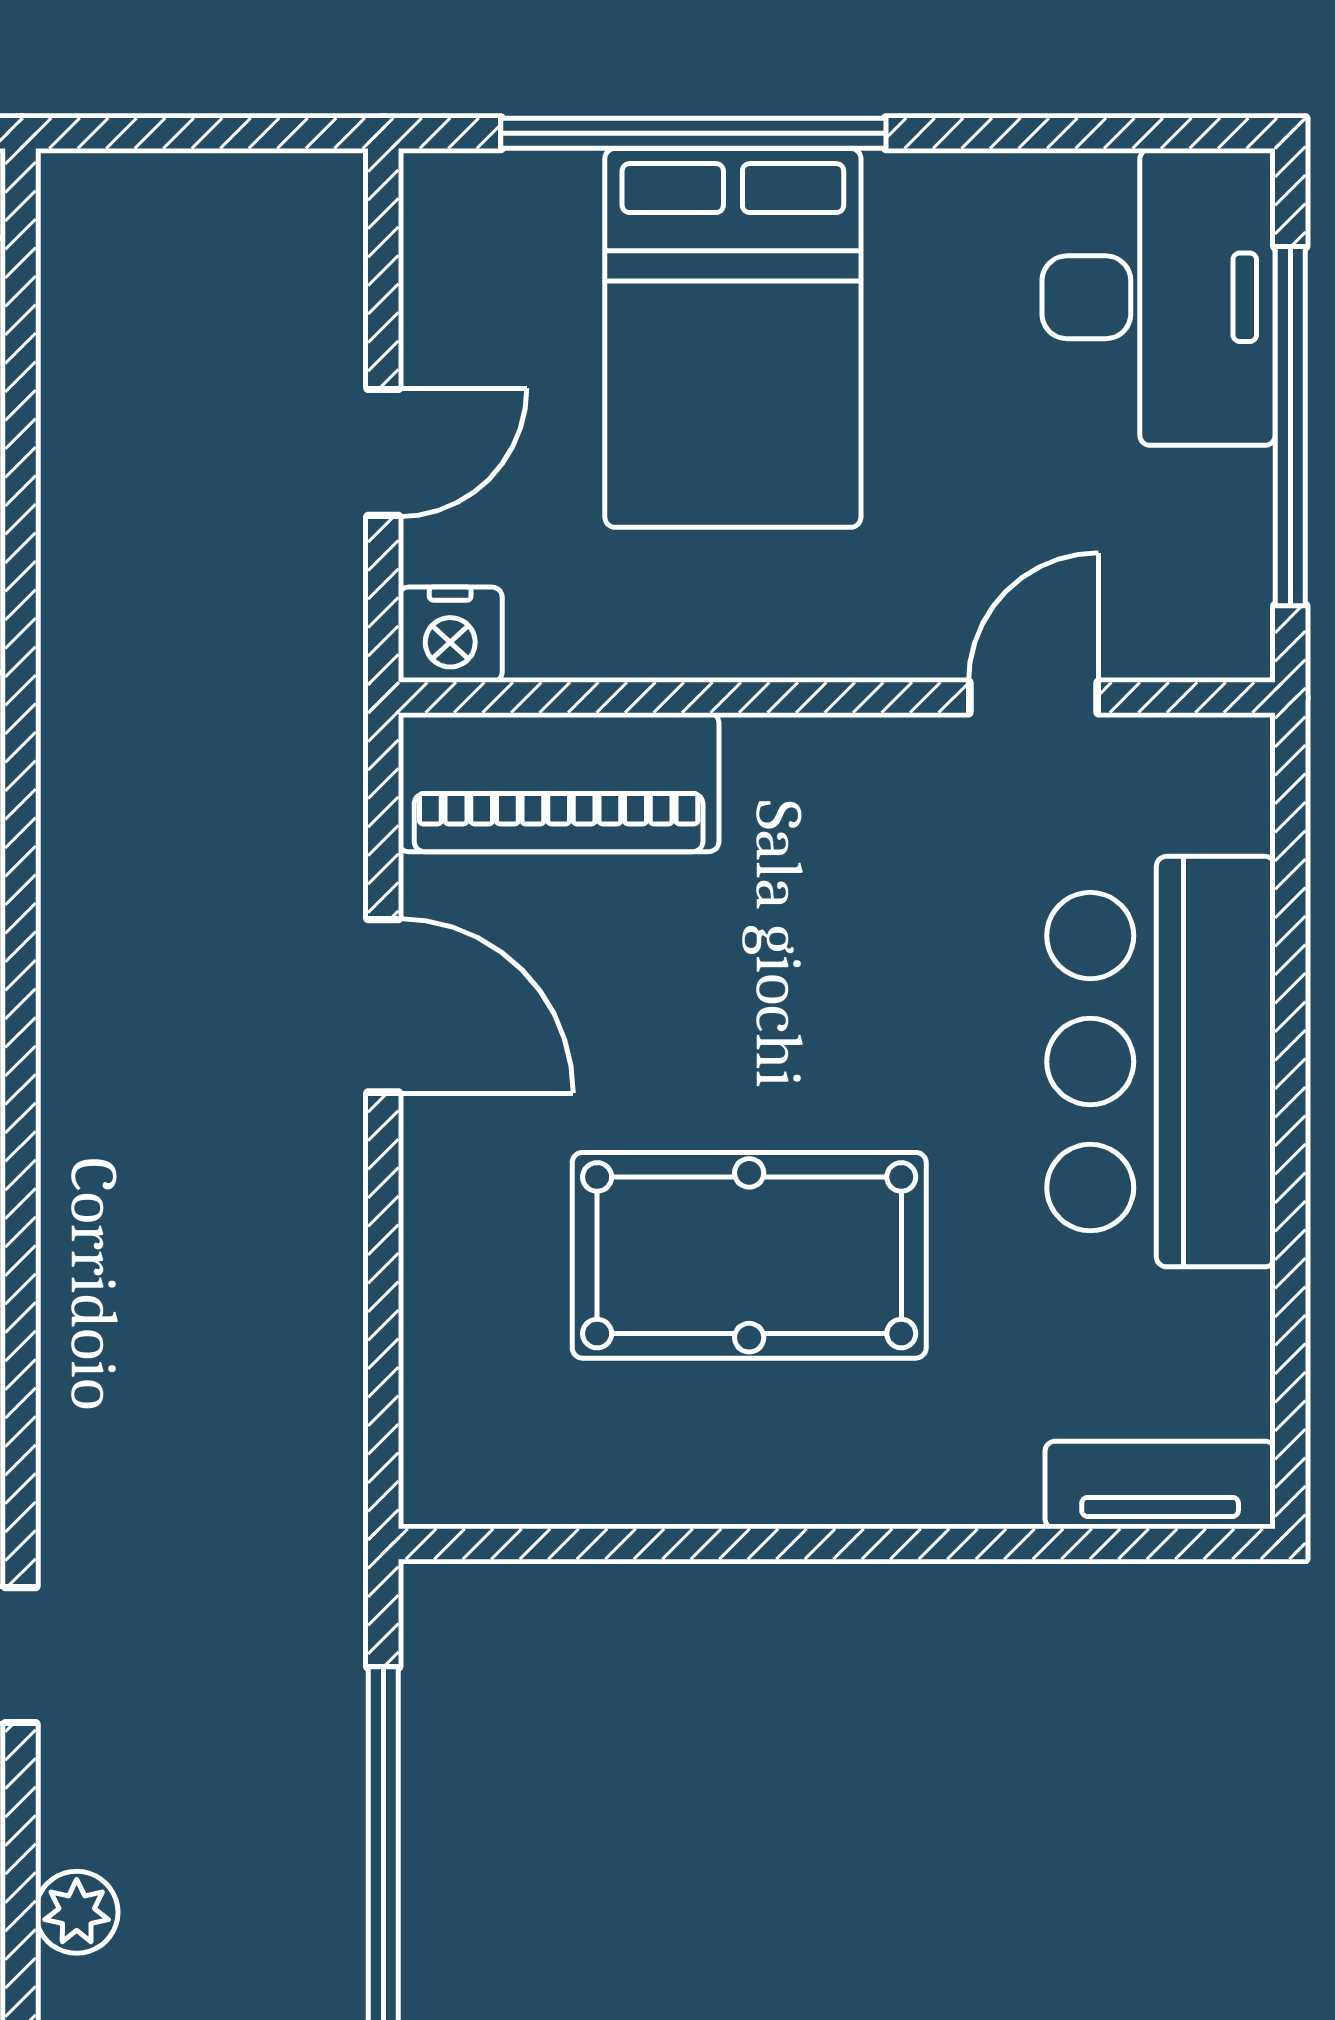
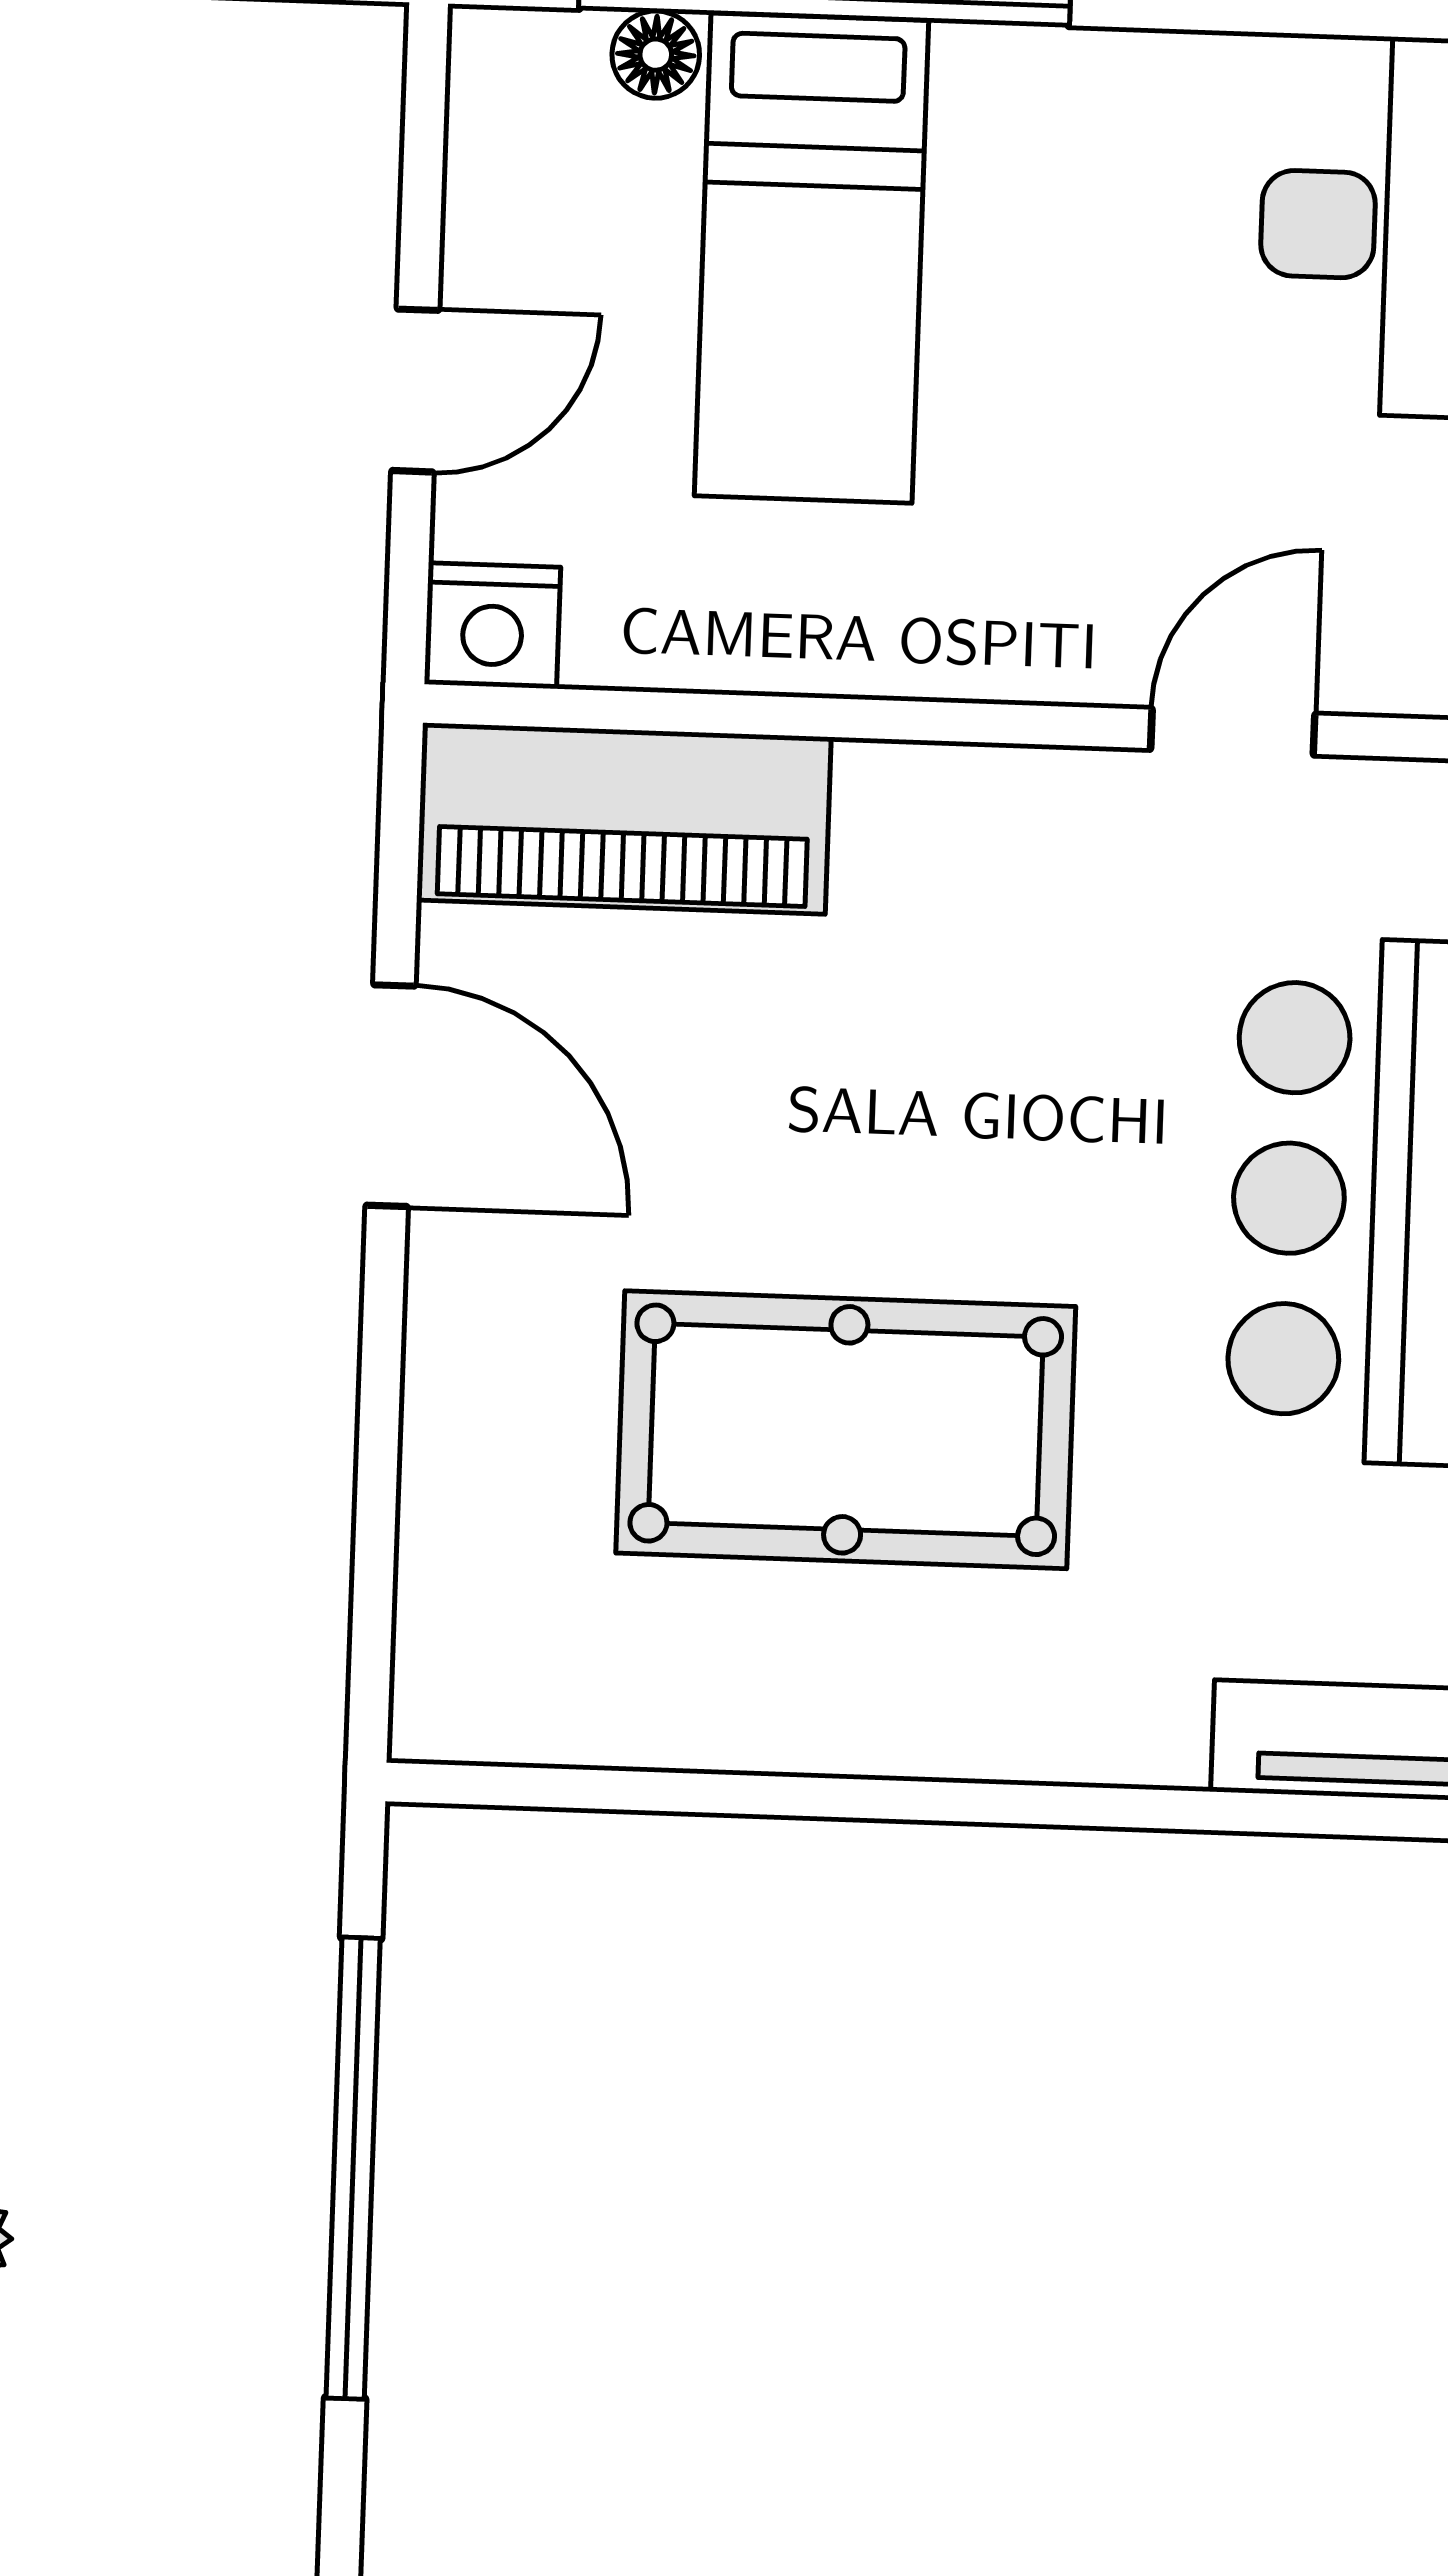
floor lamp: (563, 183) -> (656, 55), added
bed: (733, 338) -> (811, 258), width x0.67

